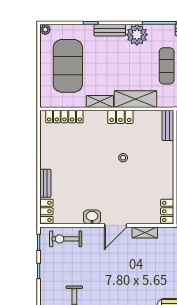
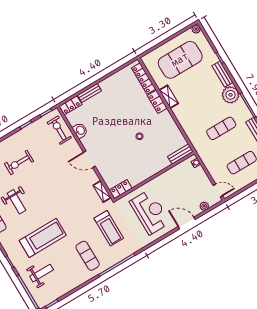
shelving: (136, 99) -> (185, 121), removed
locker: (120, 117) -> (157, 102), moved
washbasin: (92, 217) -> (80, 130), moved
shelving: (145, 232) -> (102, 191), moved

